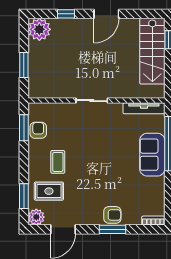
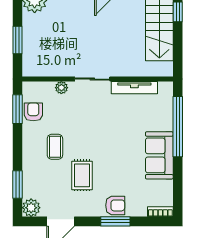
plant: (64, 108) -> (61, 88), added
tv unit: (144, 108) -> (134, 88), moved
sofa: (152, 155) -> (159, 155), moved
rug: (49, 191) -> (82, 175), moved, turned 90

